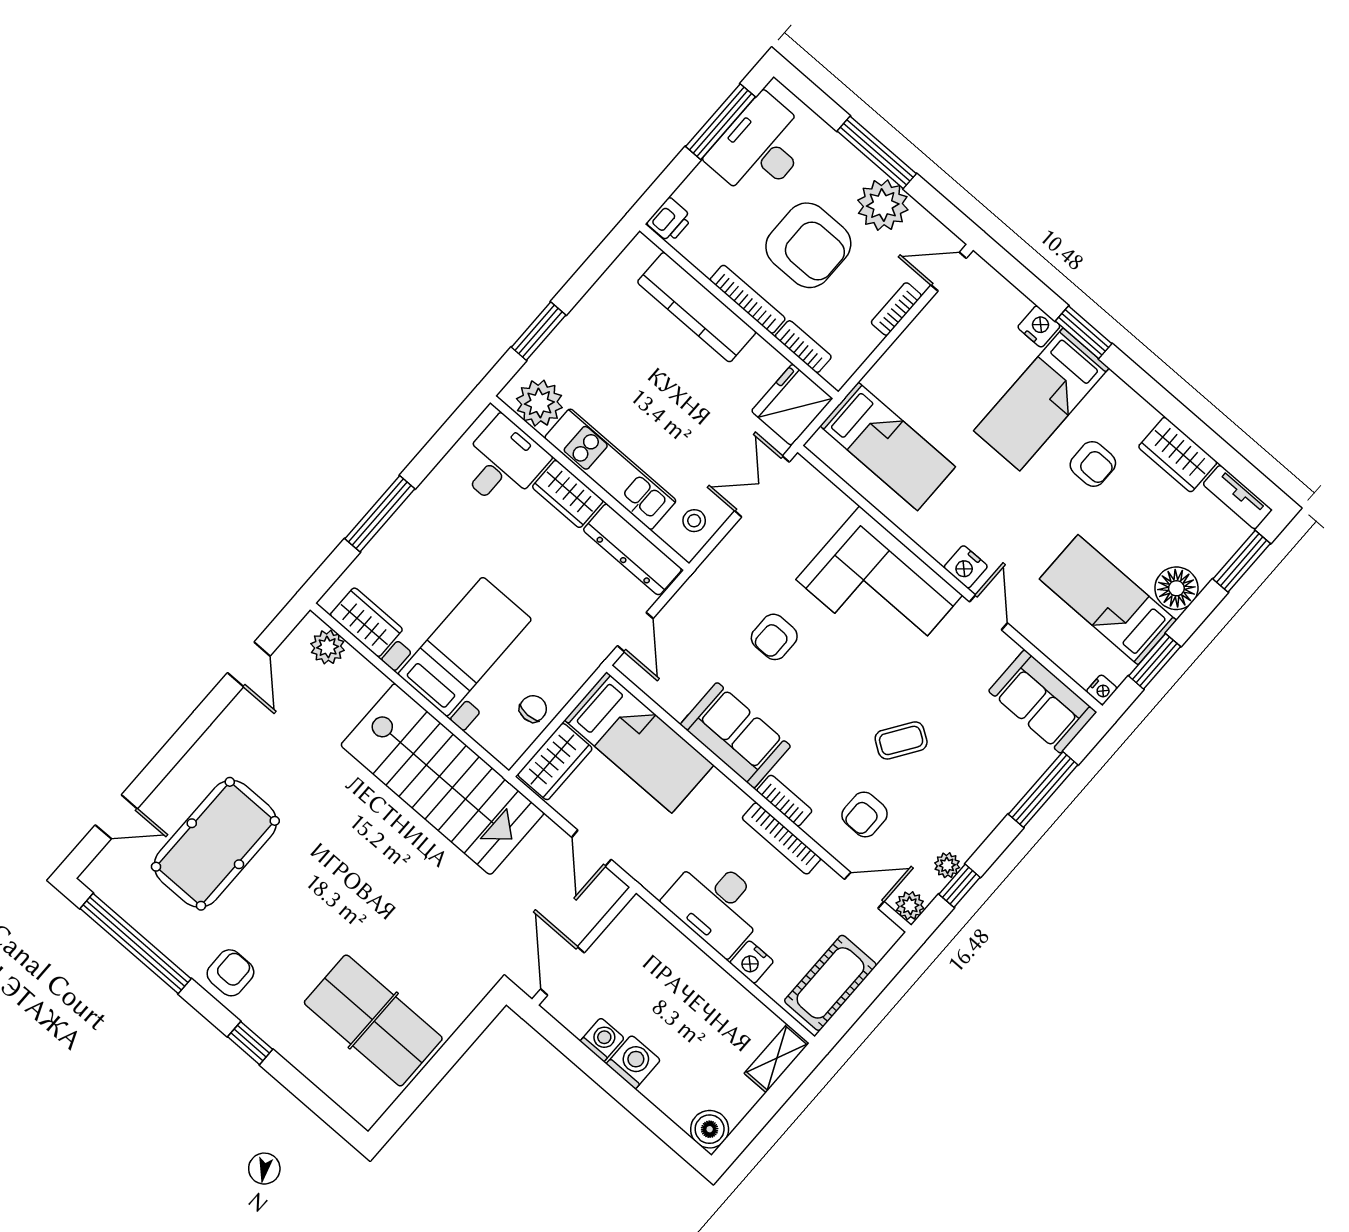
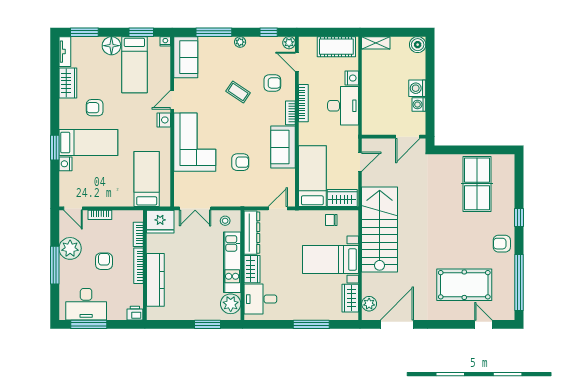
armchair: (808, 245) -> (104, 261), width x0.53, depth x0.53
armchair: (1093, 464) -> (95, 108), turned -90
door: (249, 664) -> (397, 324), width x1.88
plant: (947, 865) -> (240, 42), moved

